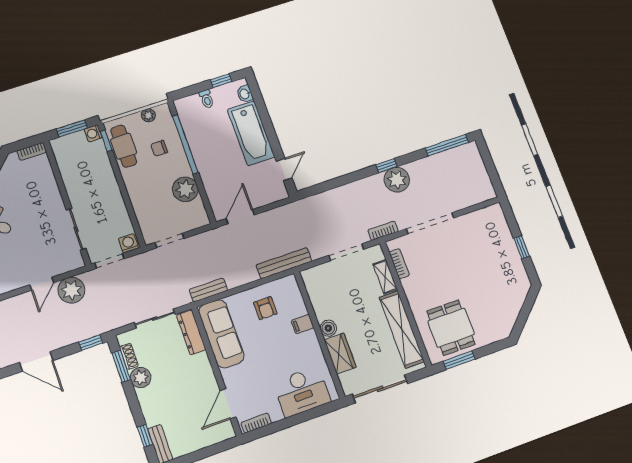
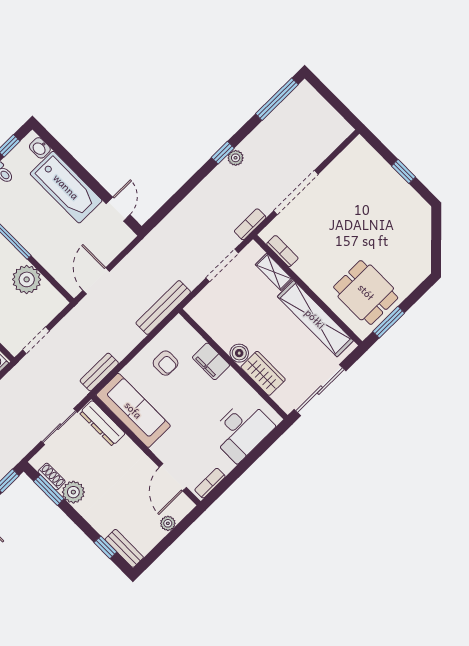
plant: (397, 180) -> (236, 158), width x0.53, depth x0.53
filing cabinet: (303, 324) -> (211, 361), width x2.00
plant: (206, 440) -> (168, 523), added

